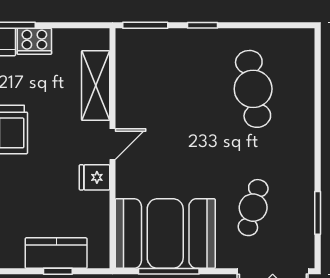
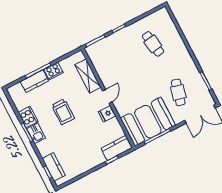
cafe table: (253, 89) -> (153, 44), width x0.73, depth x0.74
kitchen counter: (56, 253) -> (117, 148), moved

